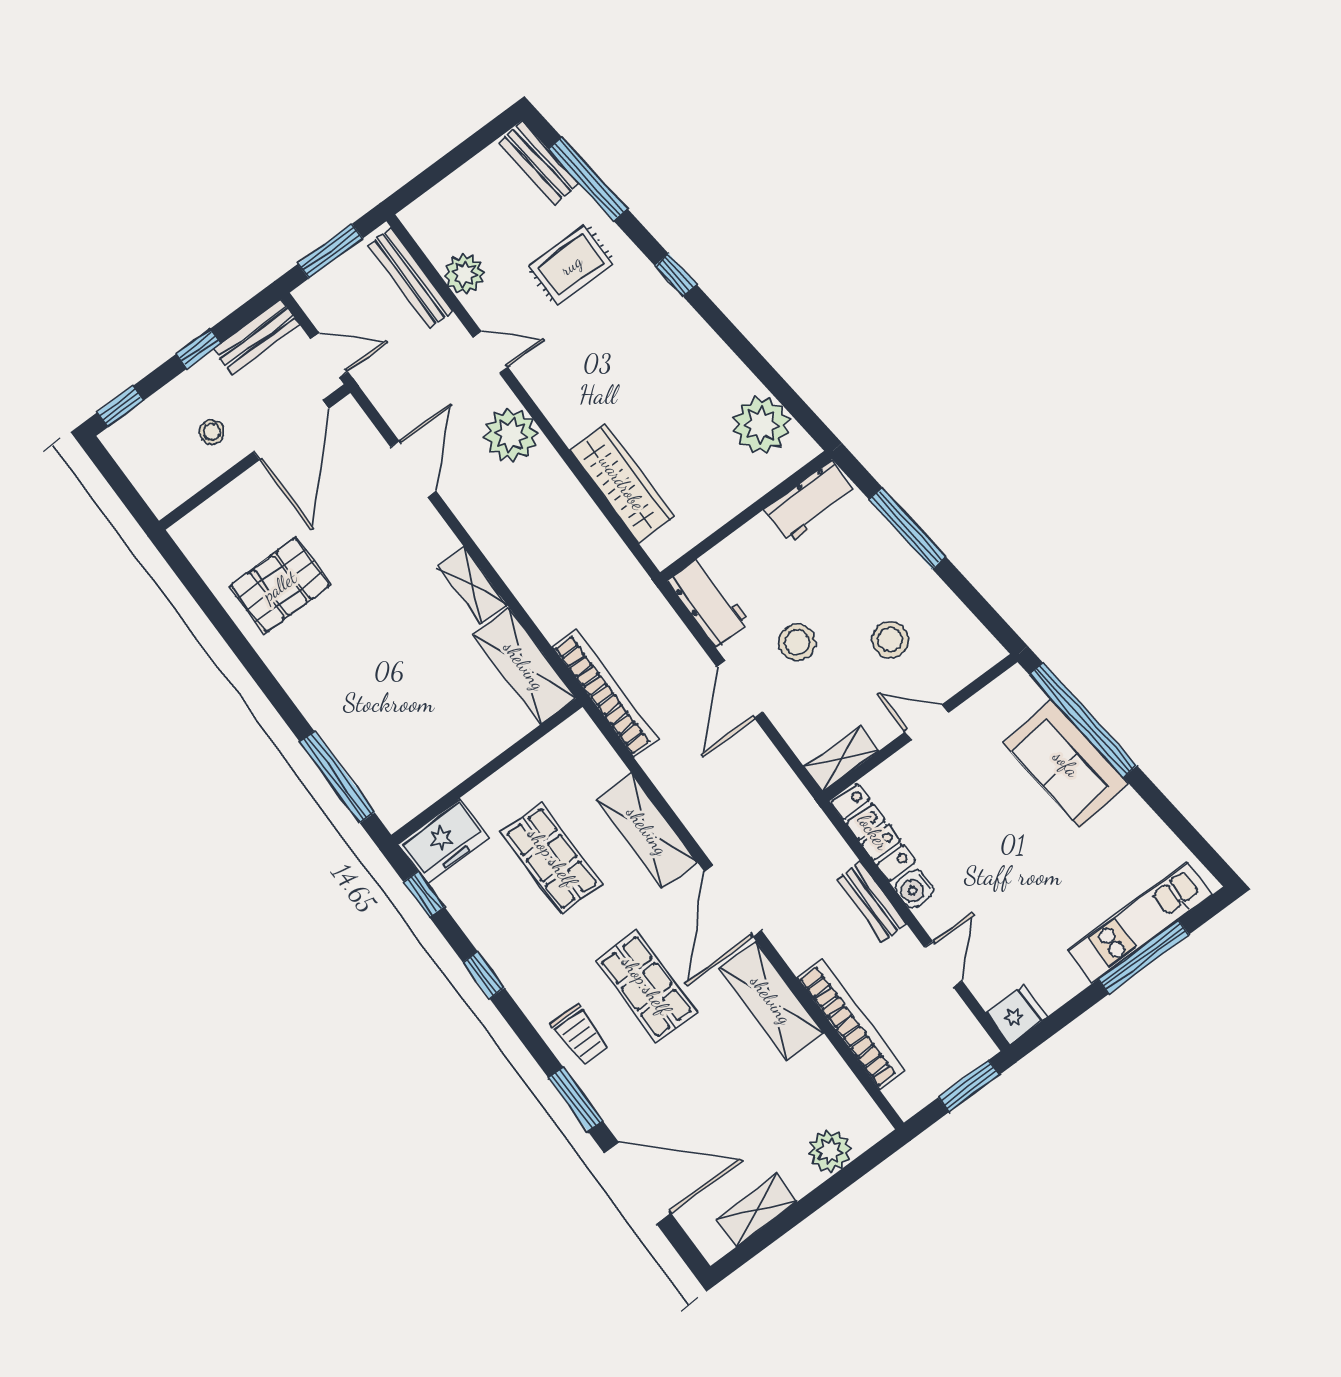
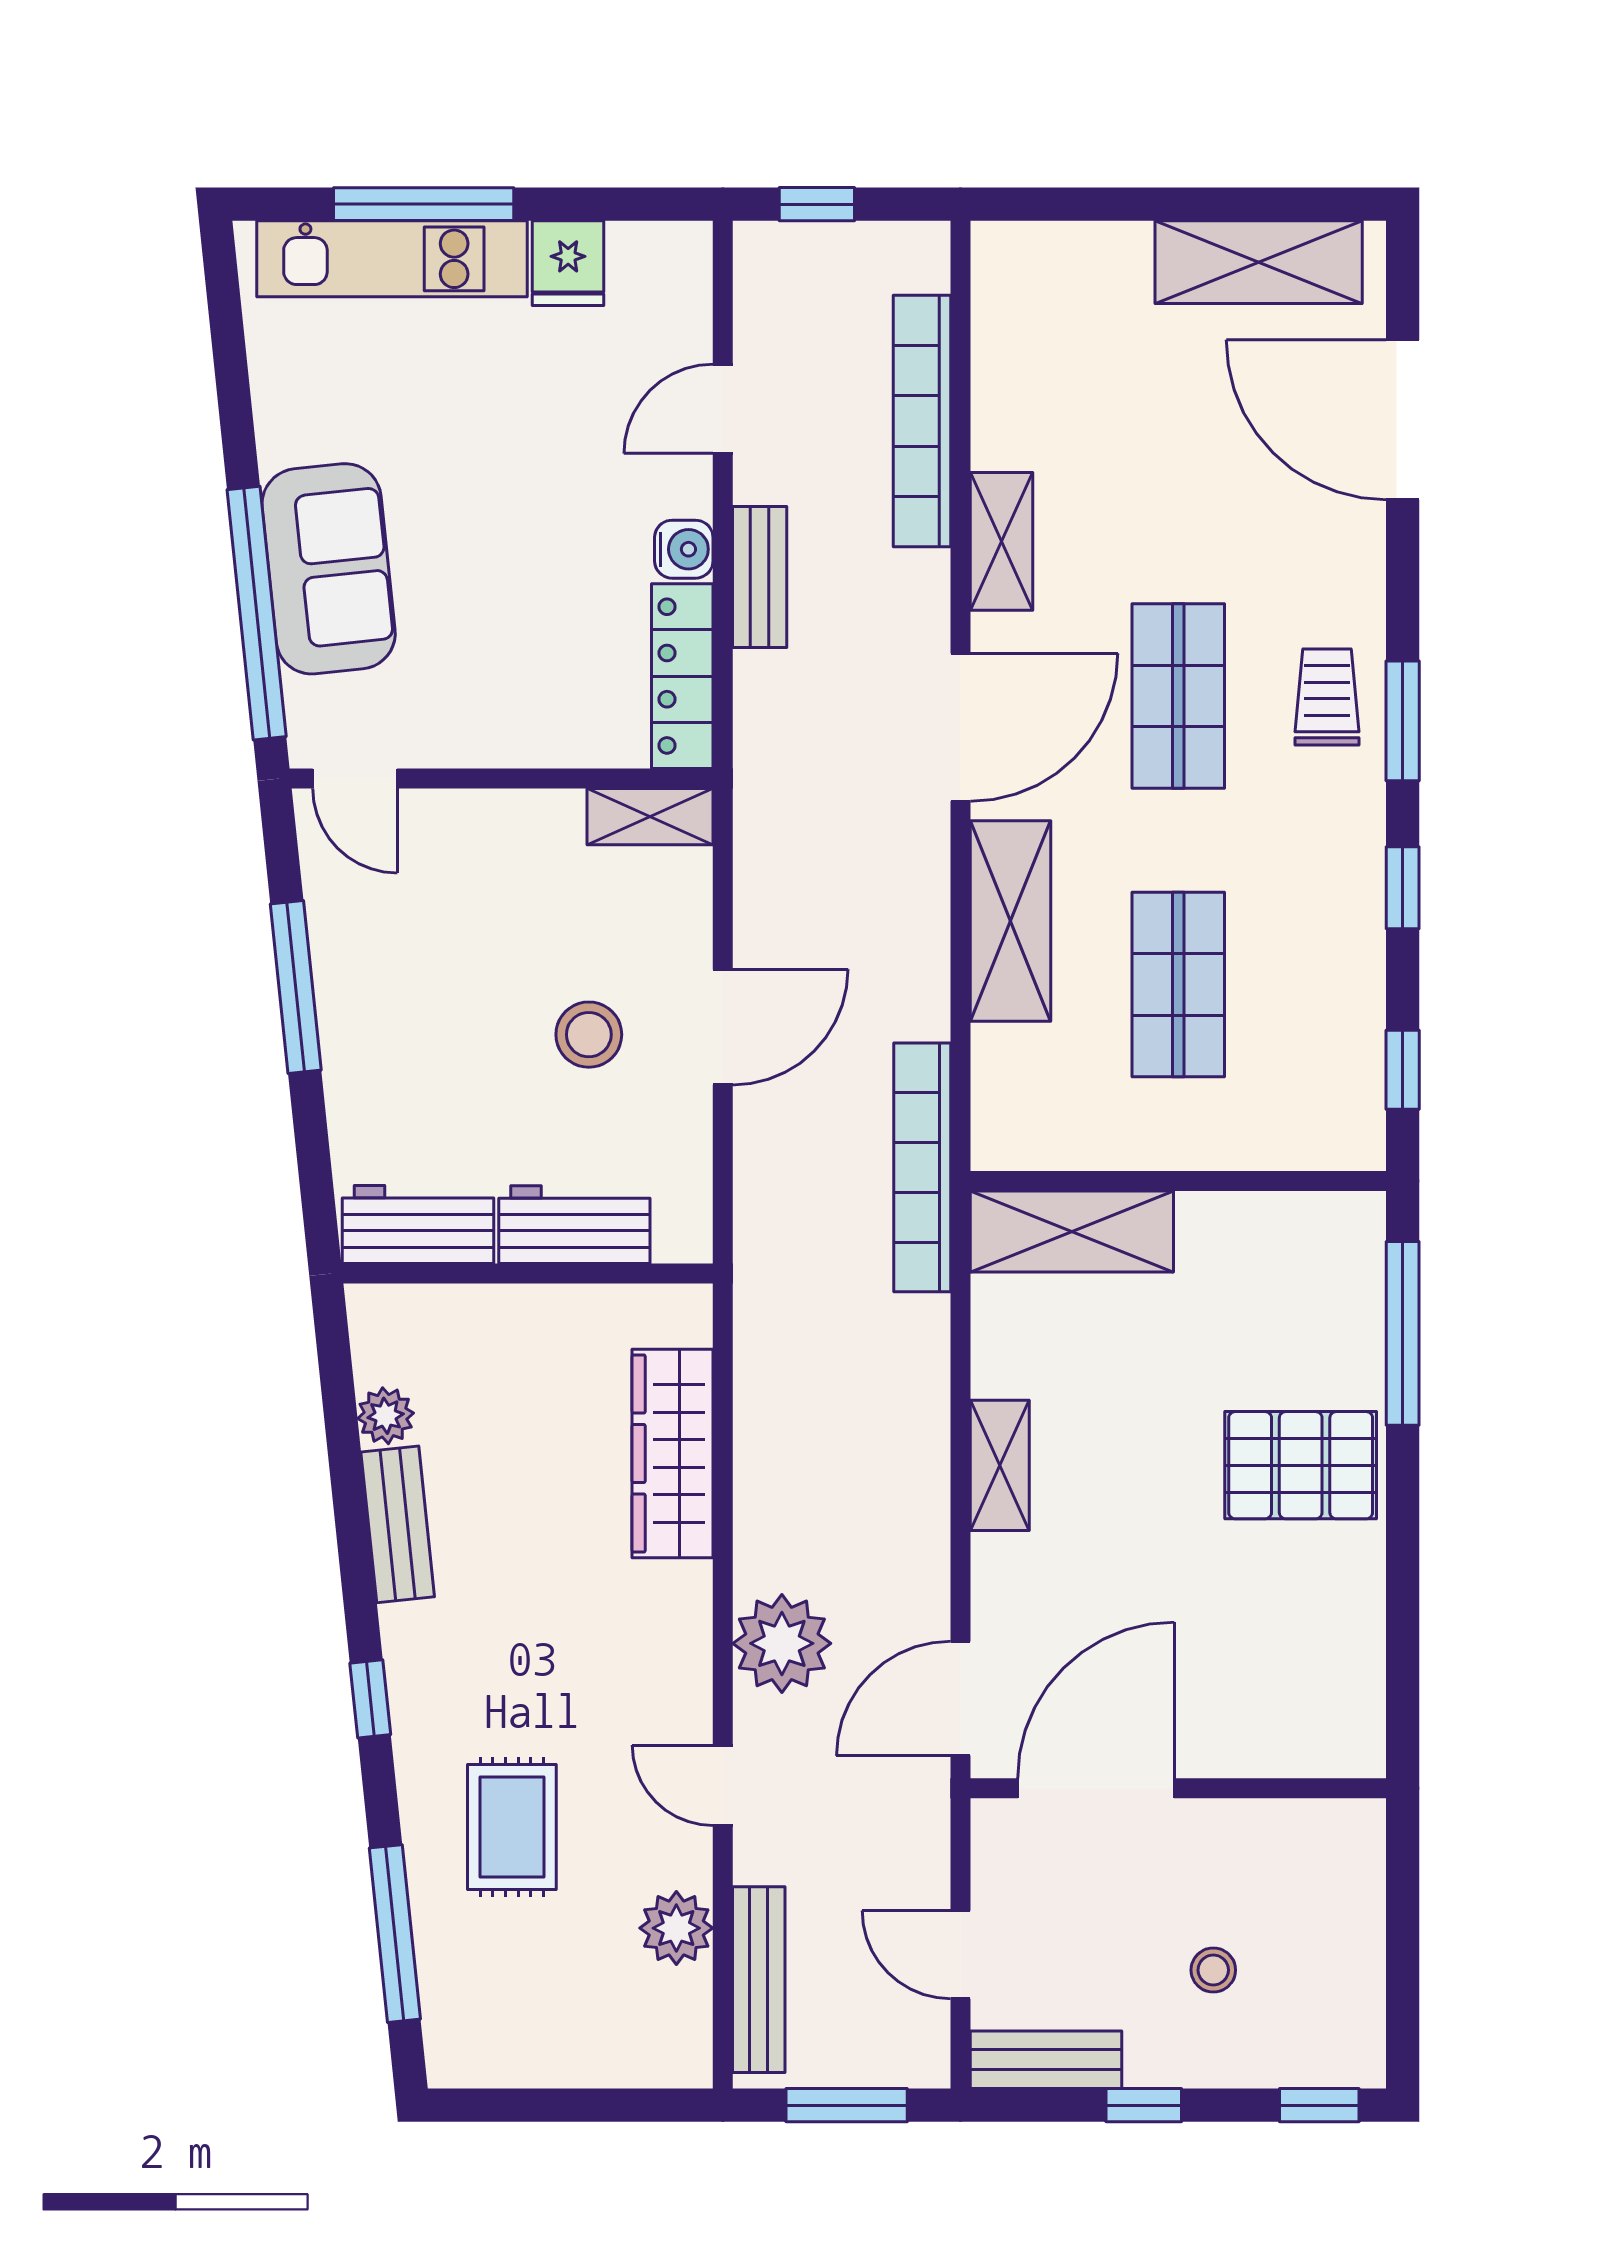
bench: (539, 163) -> (398, 1524), moved
rug: (571, 265) -> (512, 1827), turned 90
plant: (761, 425) -> (386, 1416), width x0.53, depth x0.53
door: (291, 430) -> (1096, 1788), moved
wall: (255, 457) -> (1178, 1788), moved
window: (907, 528) -> (296, 987), moved
pallet: (280, 586) -> (1301, 1465), moved
workbench: (709, 602) -> (574, 1225), moved, turned 90
stool: (890, 640) -> (451, 938), removed
shelving: (524, 666) -> (1072, 1232), moved, turned 90
door: (927, 722) -> (355, 778), moved
freezer: (443, 841) -> (1317, 1126), removed
shelving: (771, 1000) -> (1001, 541), width x0.67, depth x0.75
fridge: (1017, 1015) -> (568, 263), moved, turned -90
window: (969, 1086) -> (817, 204), width x0.67
window: (576, 1099) -> (1403, 721), moved
plant: (830, 1151) -> (1089, 259), removed
shelving: (757, 1210) -> (1259, 262), width x1.50, depth x1.33

